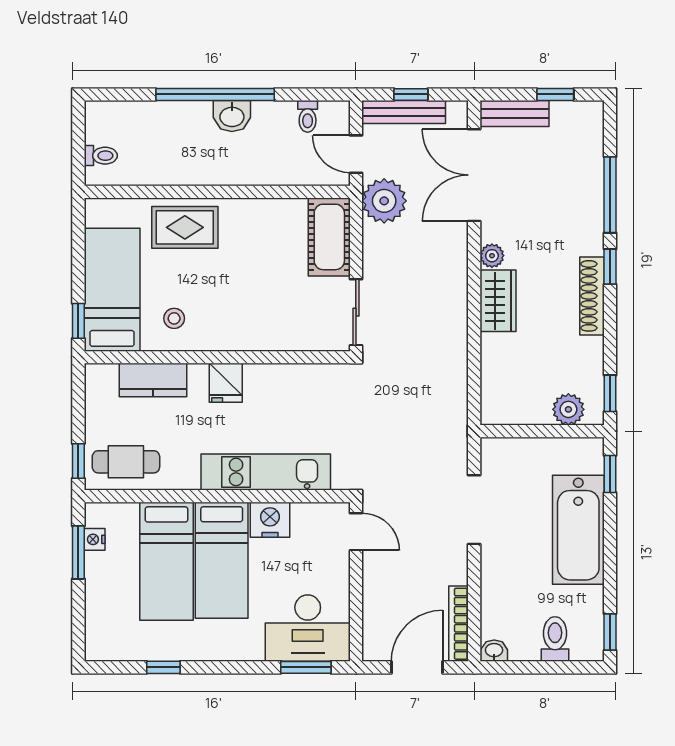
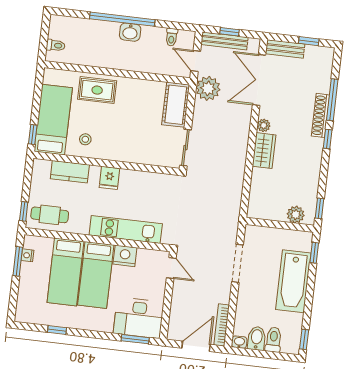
shoe rack: (592, 296) -> (320, 115), moved
bidet: (524, 640) -> (257, 338), added

